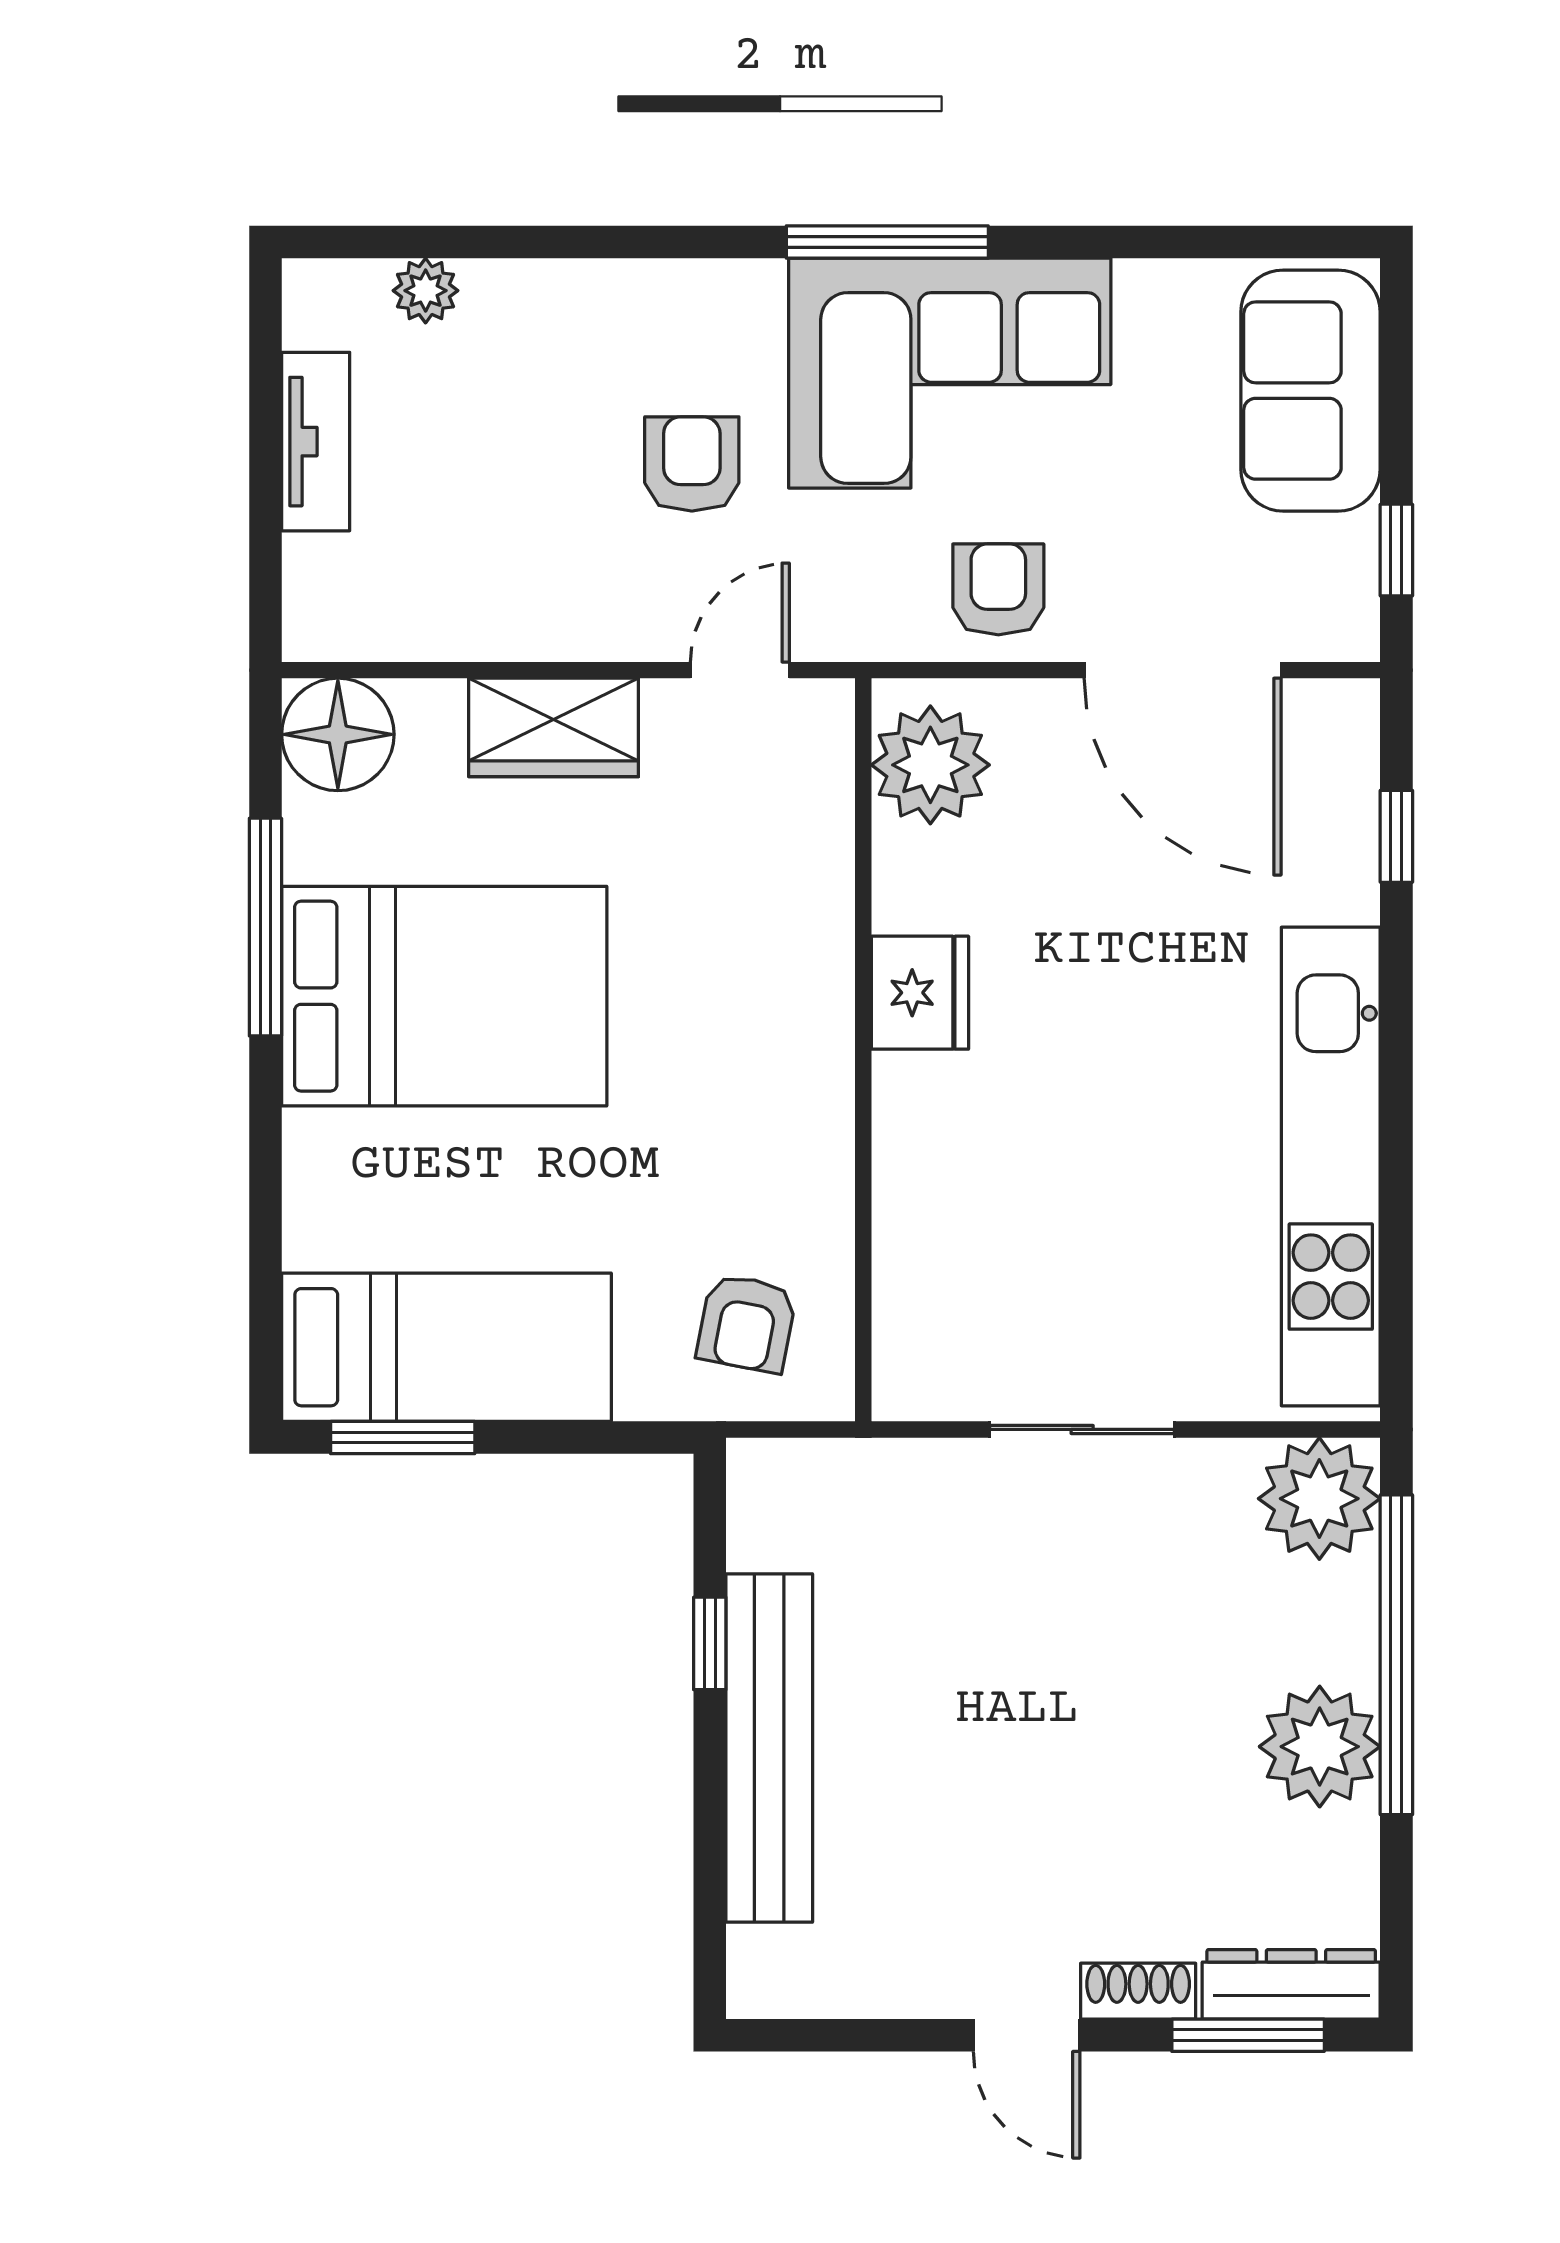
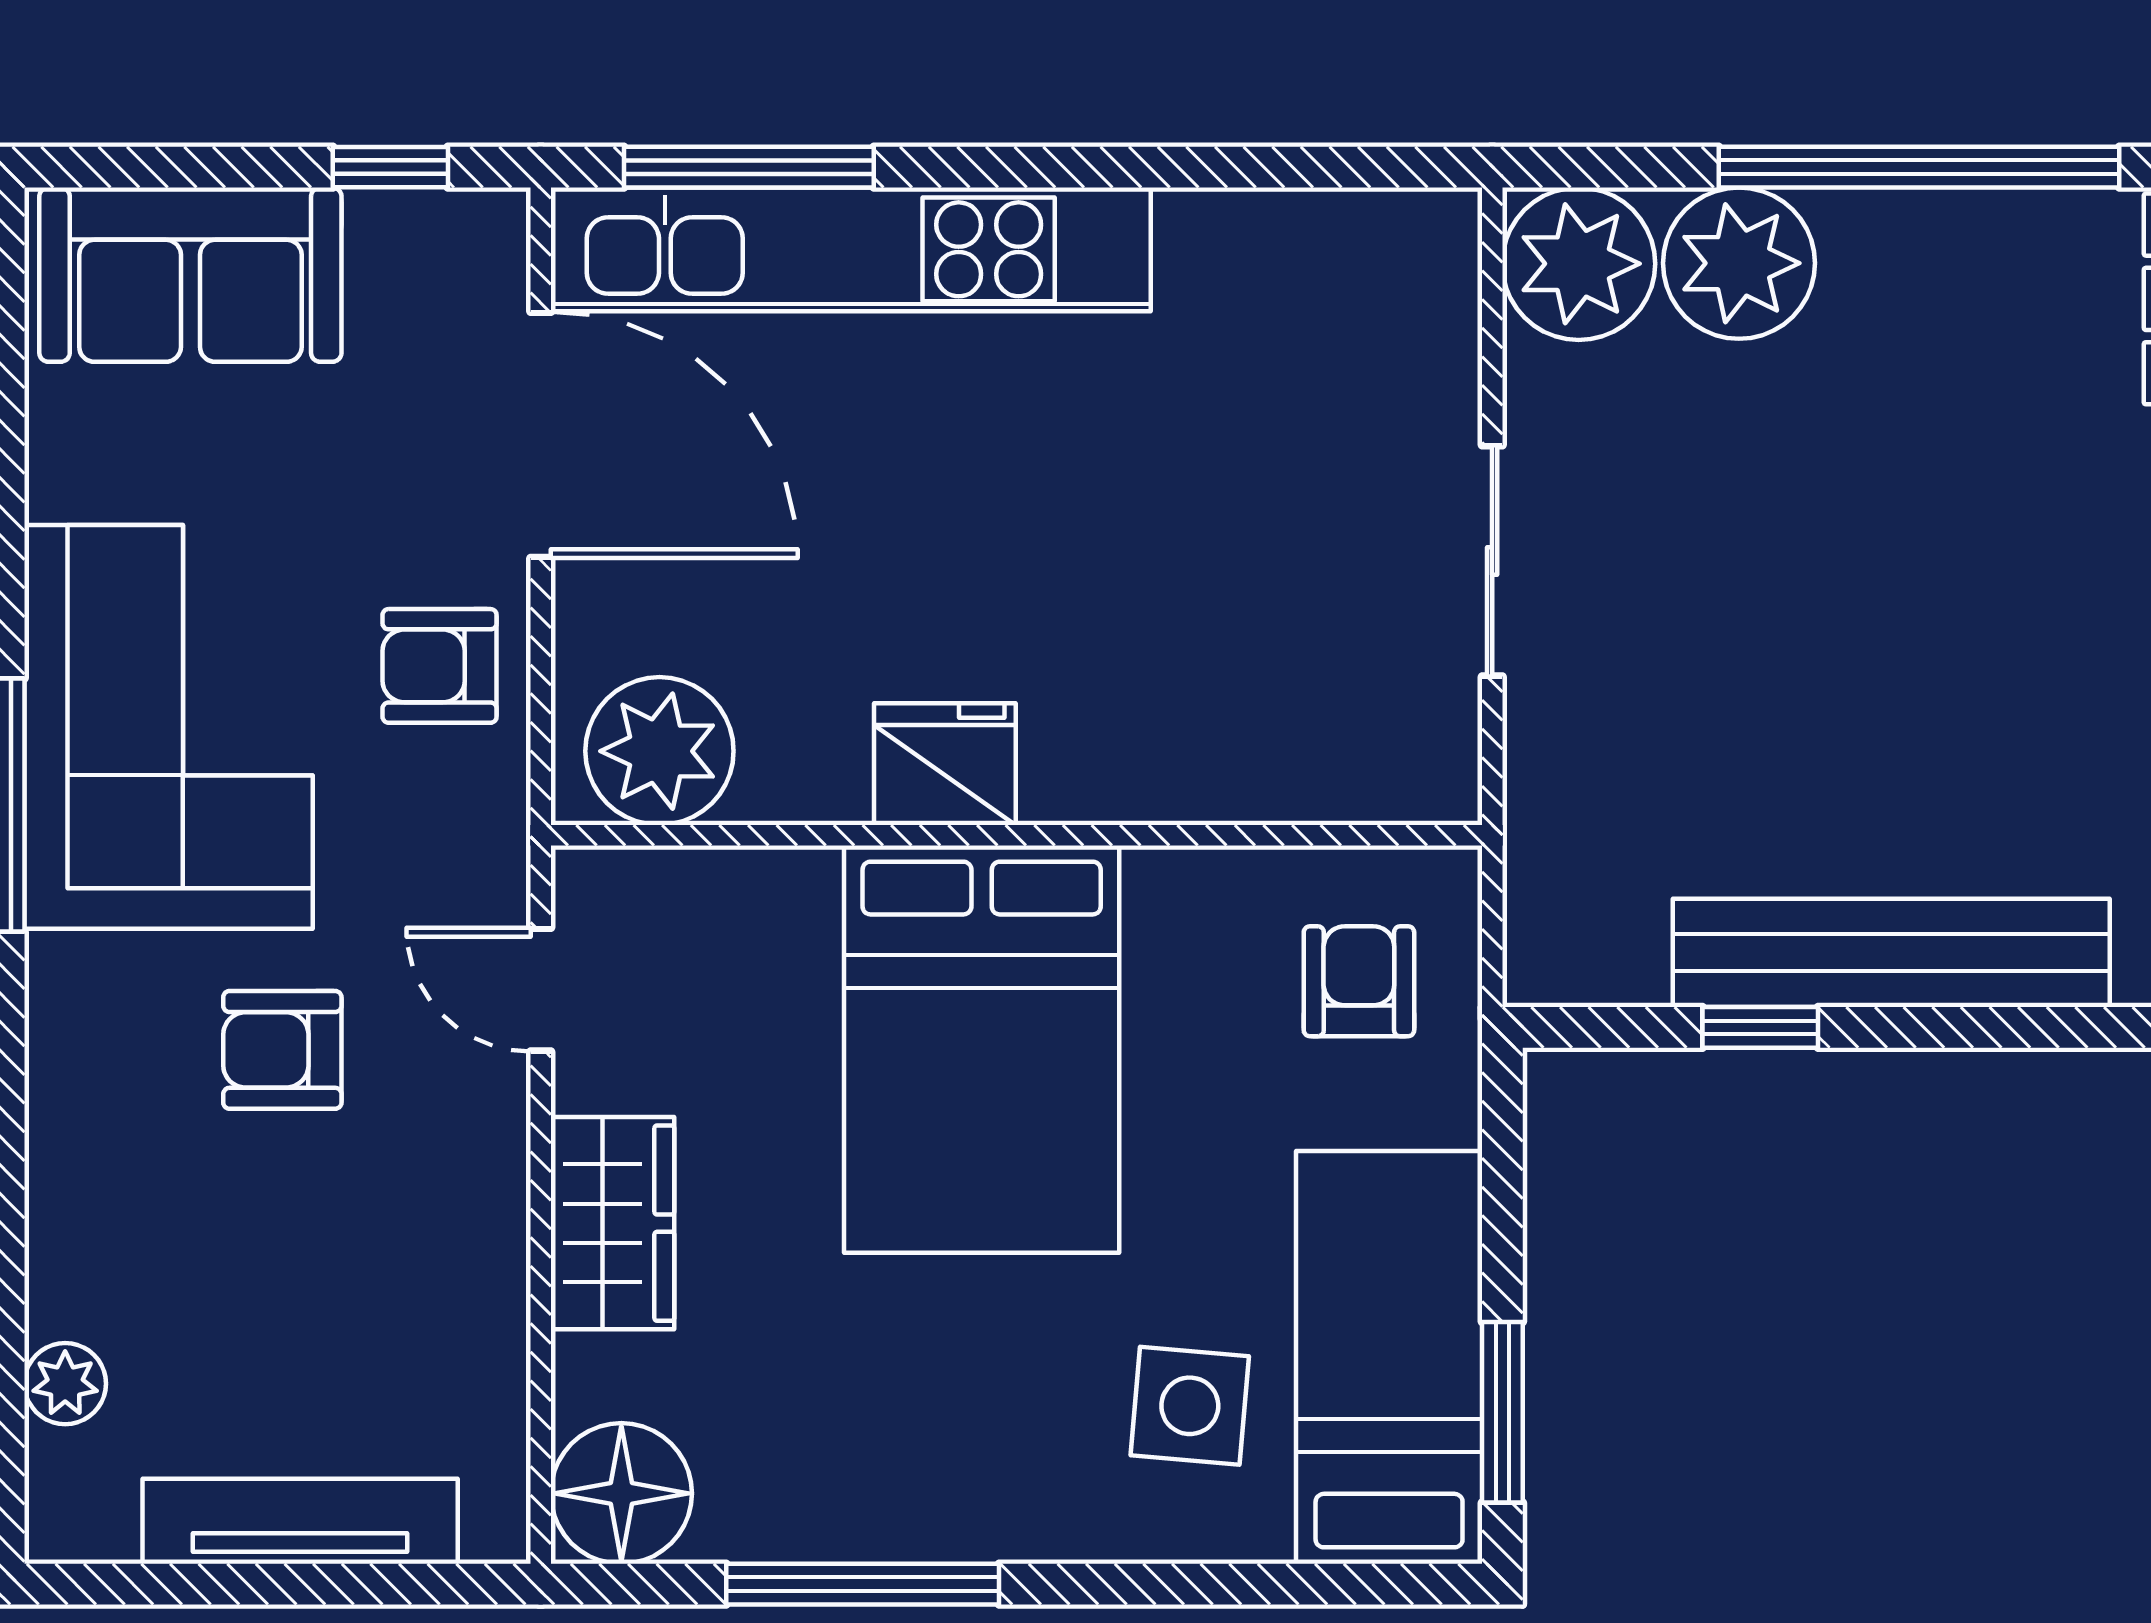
tv unit: (316, 442) -> (300, 1521), width x1.41
door: (1183, 670) -> (541, 435), hinge flipped
window: (1396, 836) -> (749, 167), width x2.17
bed: (444, 996) -> (982, 1049), moved, turned 180
kitchen unit: (1331, 1166) -> (851, 249), moved
side table: (408, 1188) -> (1190, 1406), added
armchair: (747, 1323) -> (1359, 981), turned -101
window: (1396, 1655) -> (1919, 167), moved
plant: (1320, 1747) -> (1739, 263), moved

